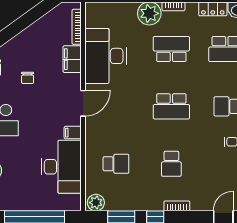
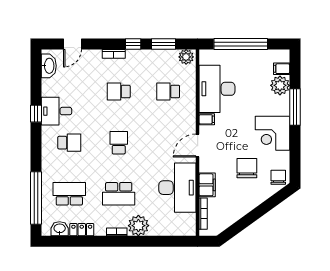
chair: (28, 78) -> (247, 168), width x1.87, depth x1.87
school desk: (171, 106) -> (119, 143), width x0.54
school desk: (171, 164) -> (119, 91), turned -90

